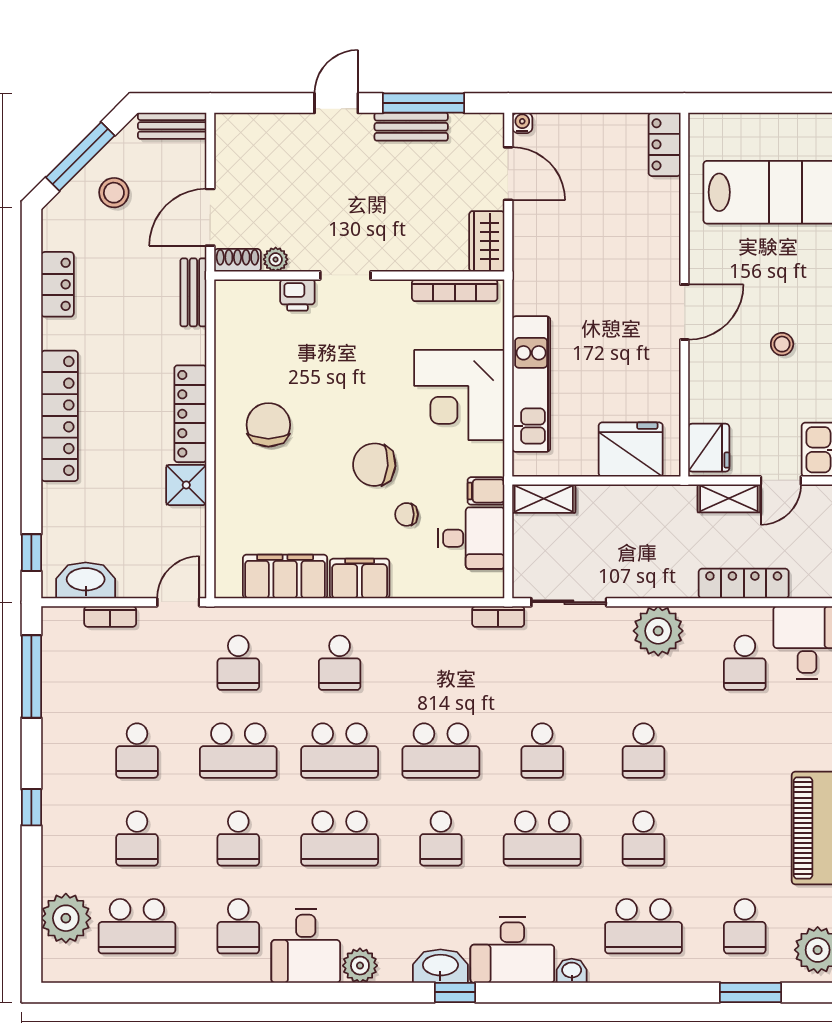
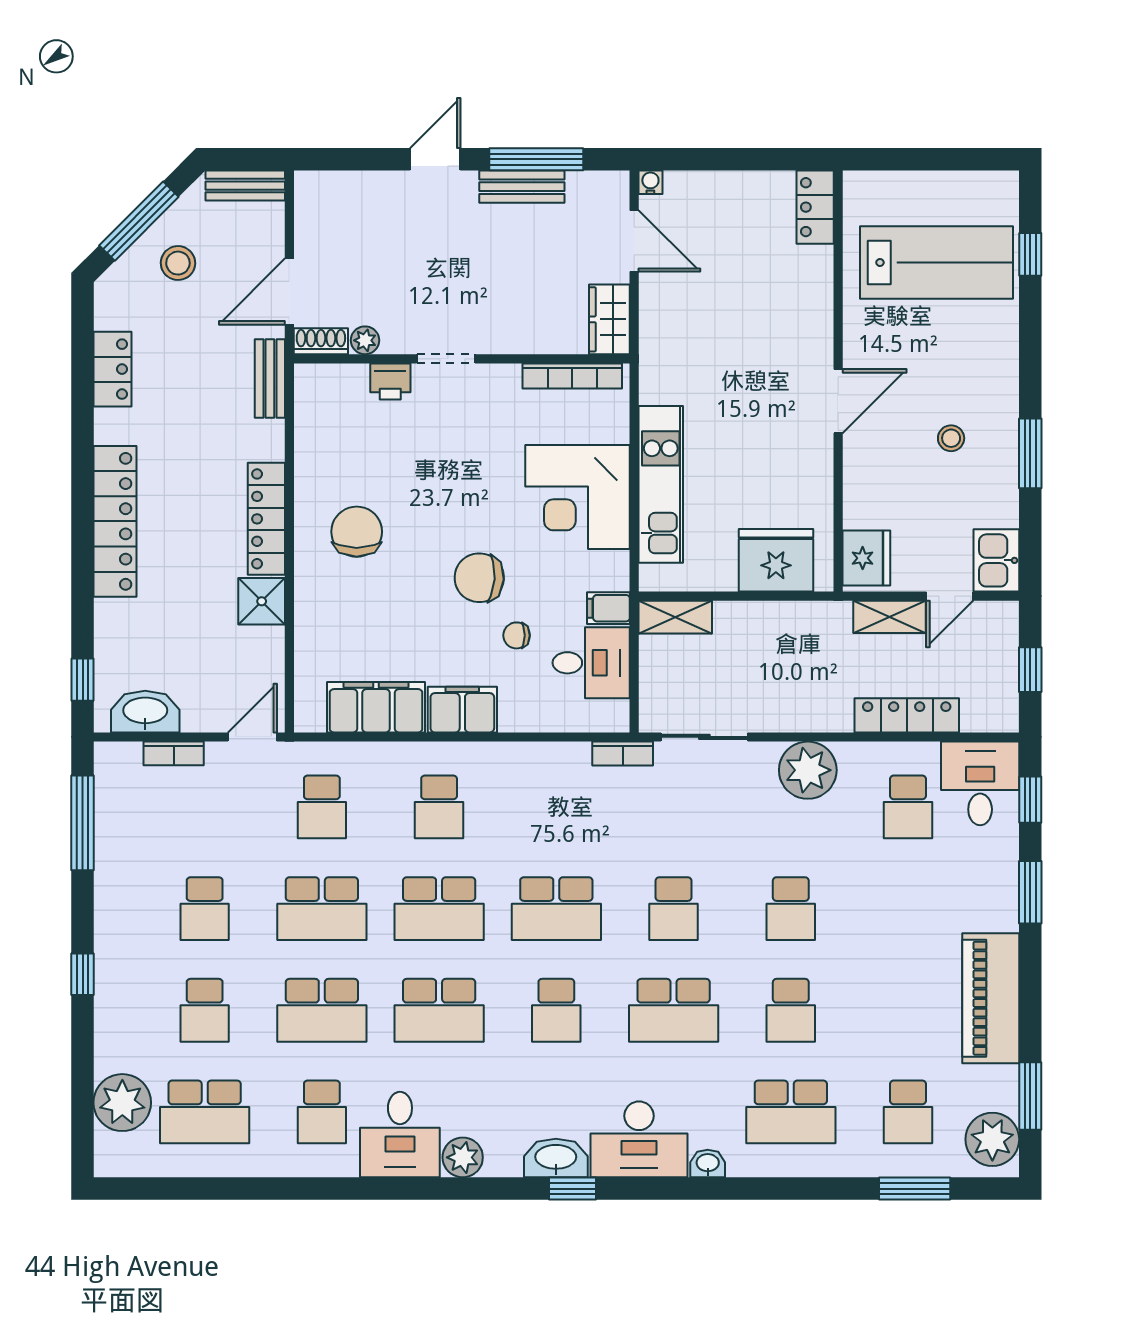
school desk: (238, 838) -> (322, 1010), width x1.85

